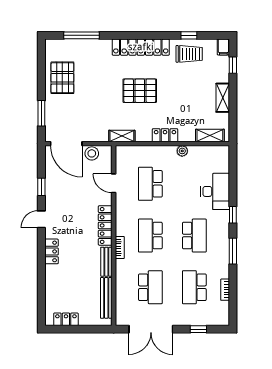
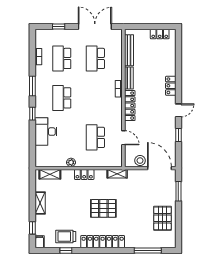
school desk: (150, 184) -> (95, 137), turned 180
school desk: (150, 236) -> (95, 98), removed
school desk: (194, 287) -> (62, 58), turned 180

